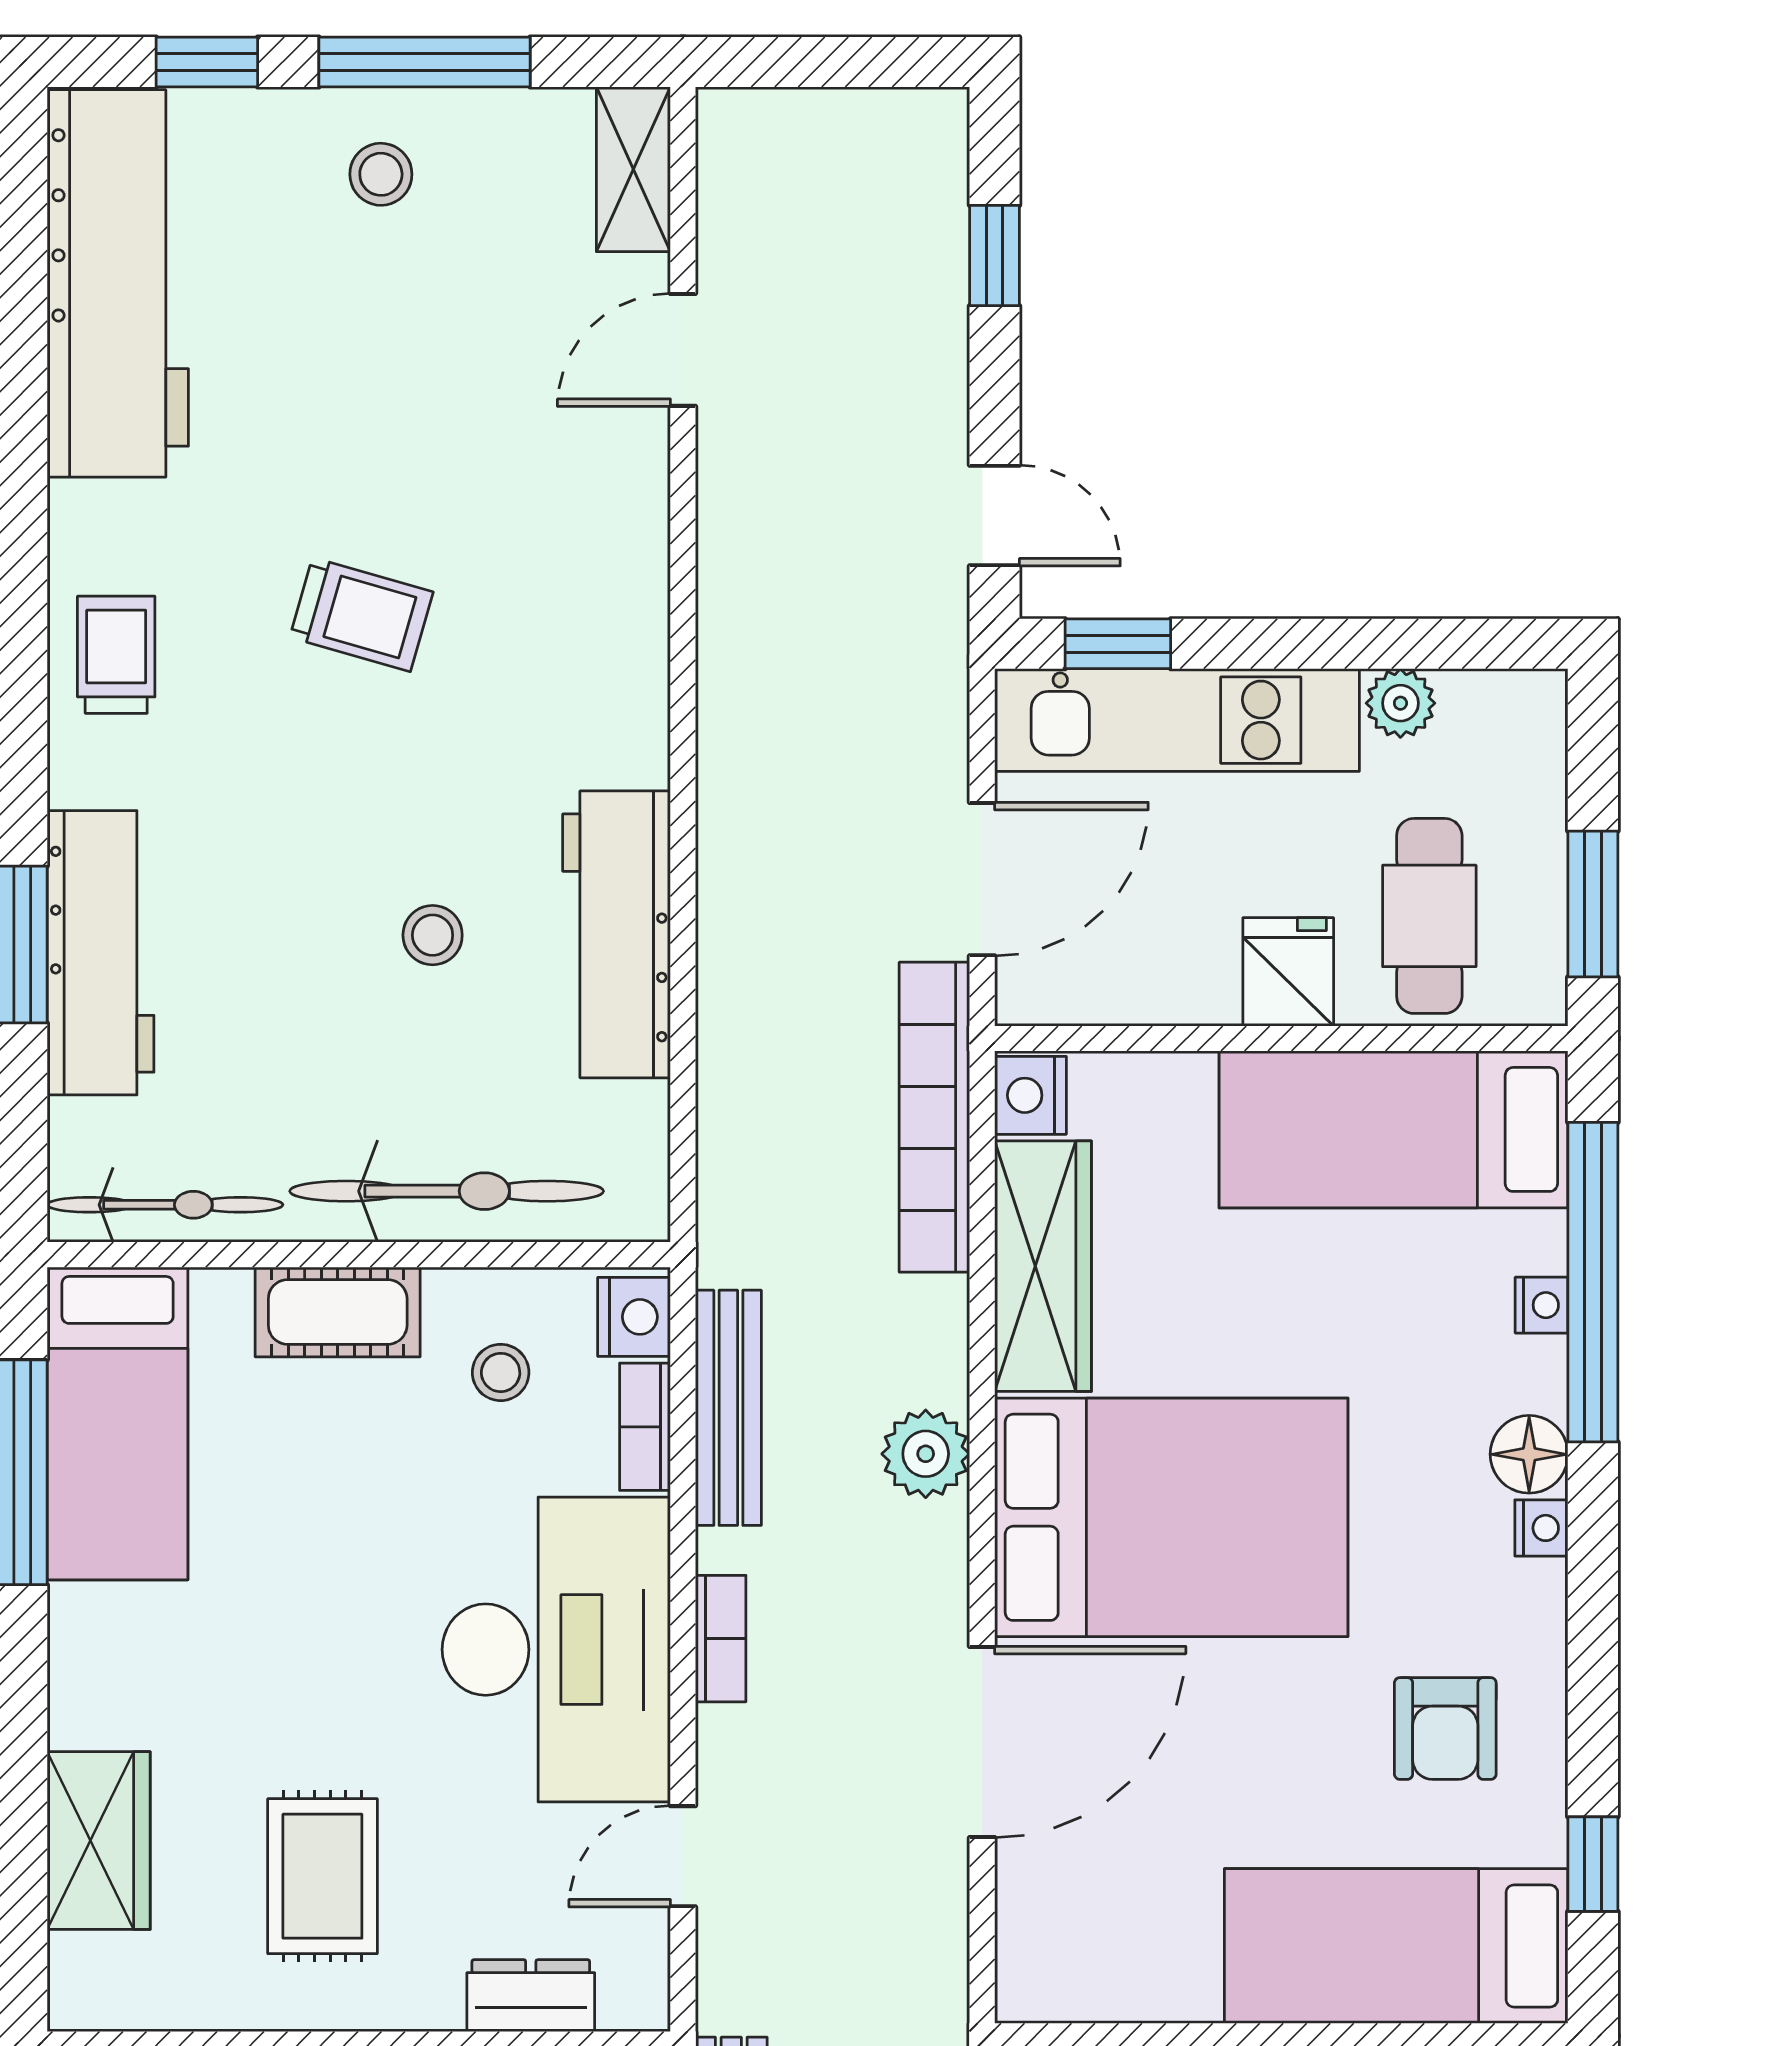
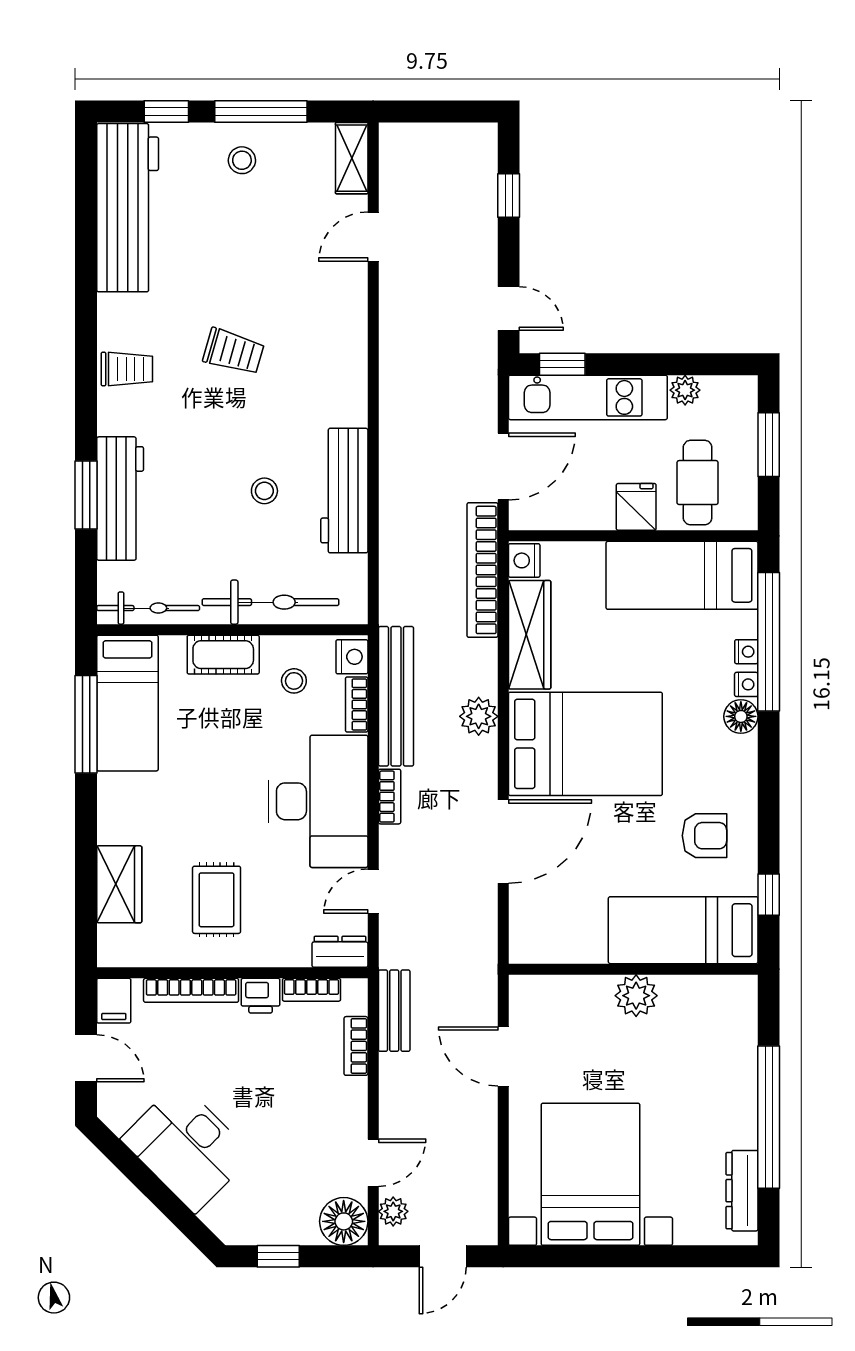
trolley: (116, 655) -> (127, 369), turned 90
window: (1593, 904) -> (769, 445), moved
bench: (728, 1408) -> (396, 696), width x1.37, depth x1.21
nightstand: (1541, 1528) -> (746, 684), moved
armchair: (1445, 1728) -> (704, 836), turned -90
dresser: (531, 1996) -> (340, 952), moved

